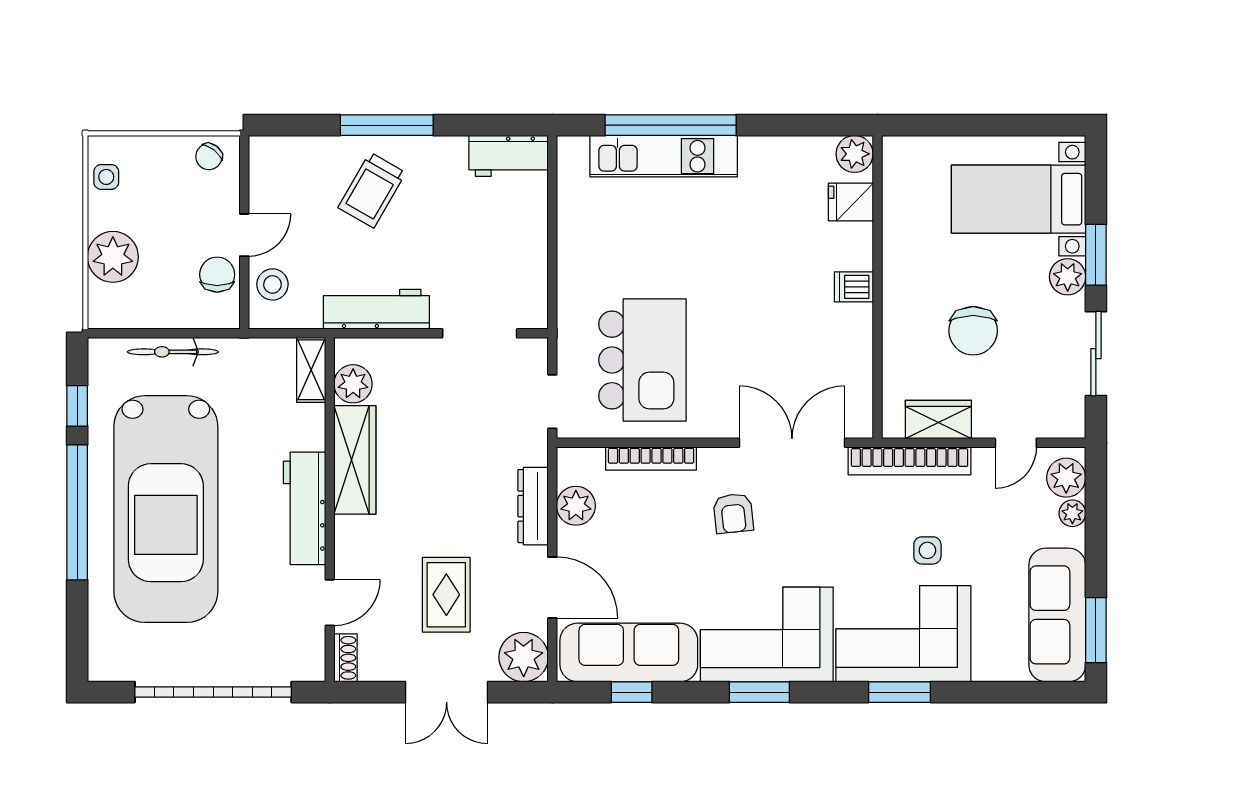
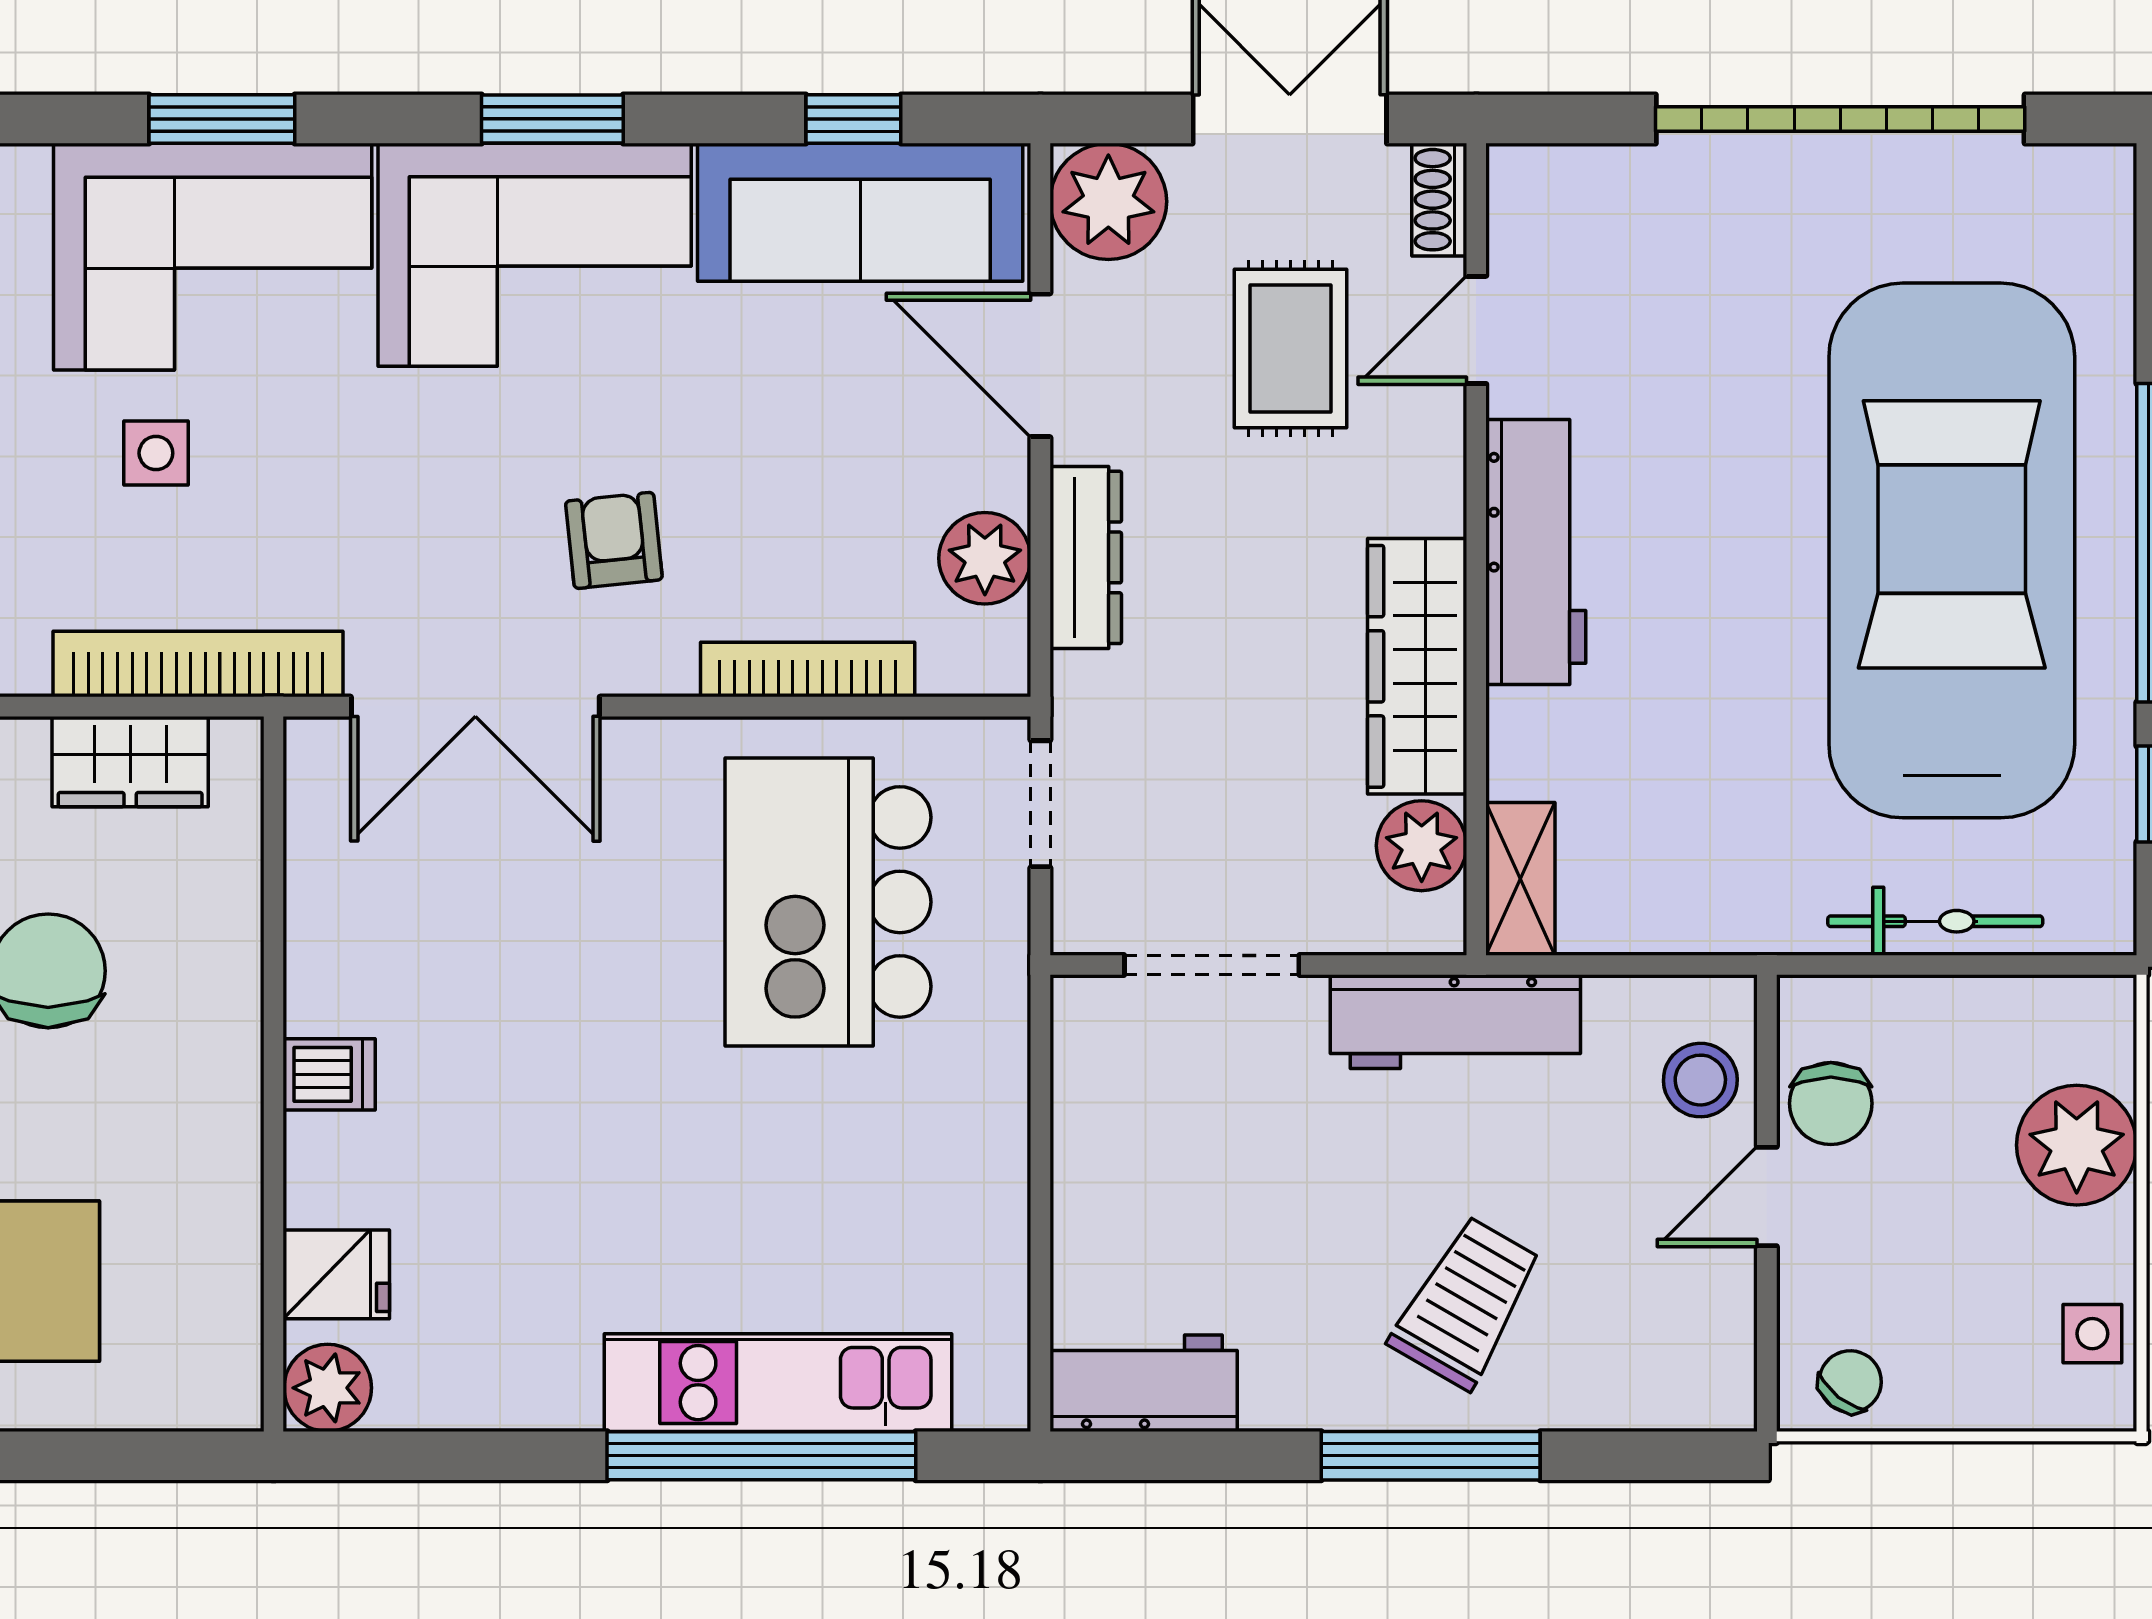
shelving: (311, 370) -> (1520, 879), moved
plant: (353, 384) -> (1422, 846), moved
wardrobe: (355, 460) -> (1417, 666), moved
workbench: (305, 508) -> (1536, 552), moved
wall: (330, 510) -> (1476, 549), moved
door: (330, 603) -> (1476, 330), moved
shoe rack: (346, 658) -> (1439, 200), moved

